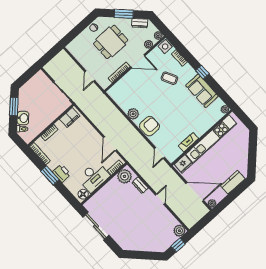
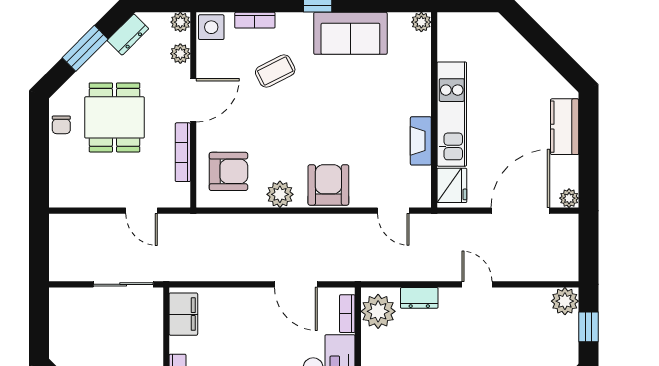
armchair: (126, 92) -> (228, 171), added
kitchen unit: (211, 139) -> (452, 114), width x0.73

